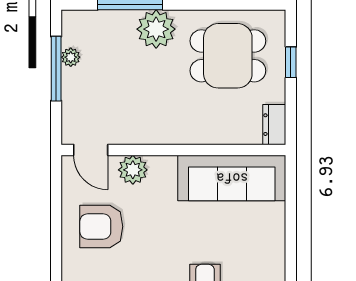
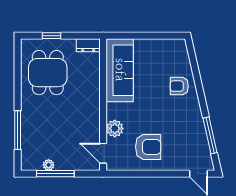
plant: (156, 29) -> (32, 115), removed
door: (91, 150) -> (103, 153), swing flipped
armchair: (101, 227) -> (148, 147), turned -90

